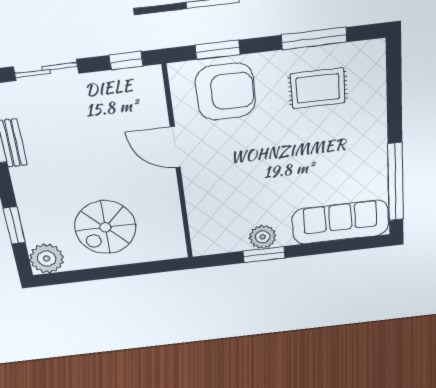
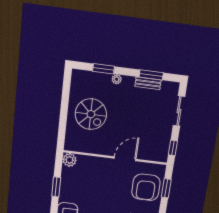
spiral stairs: (105, 227) -> (91, 114), turned 180
plant: (263, 237) -> (70, 160), moved
plant: (47, 259) -> (117, 79), moved, width x0.53, depth x0.53

